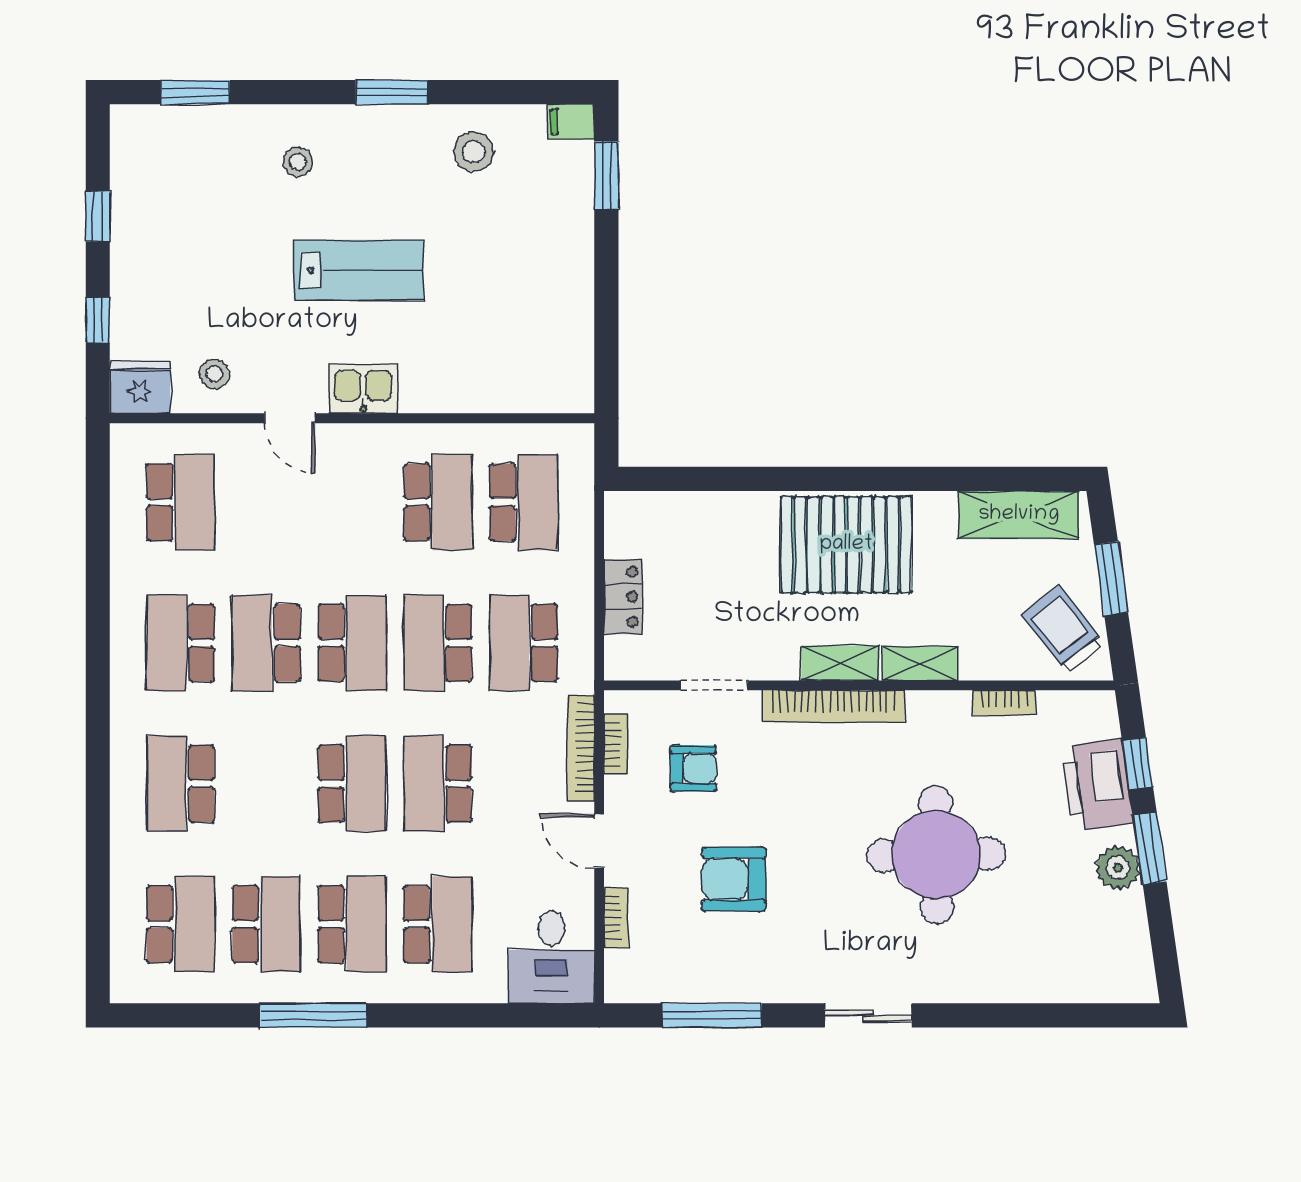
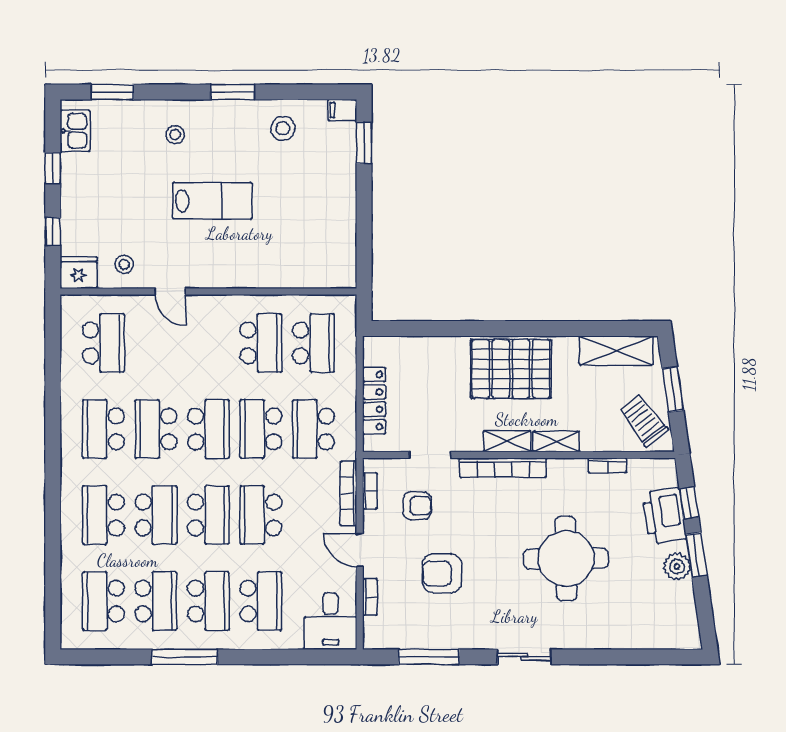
kitchen sink: (363, 389) -> (75, 131), moved, turned 90
locker: (623, 597) -> (374, 401), width x1.53
school desk: (266, 784) -> (156, 515), added
school desk: (180, 924) -> (103, 601), turned 180

